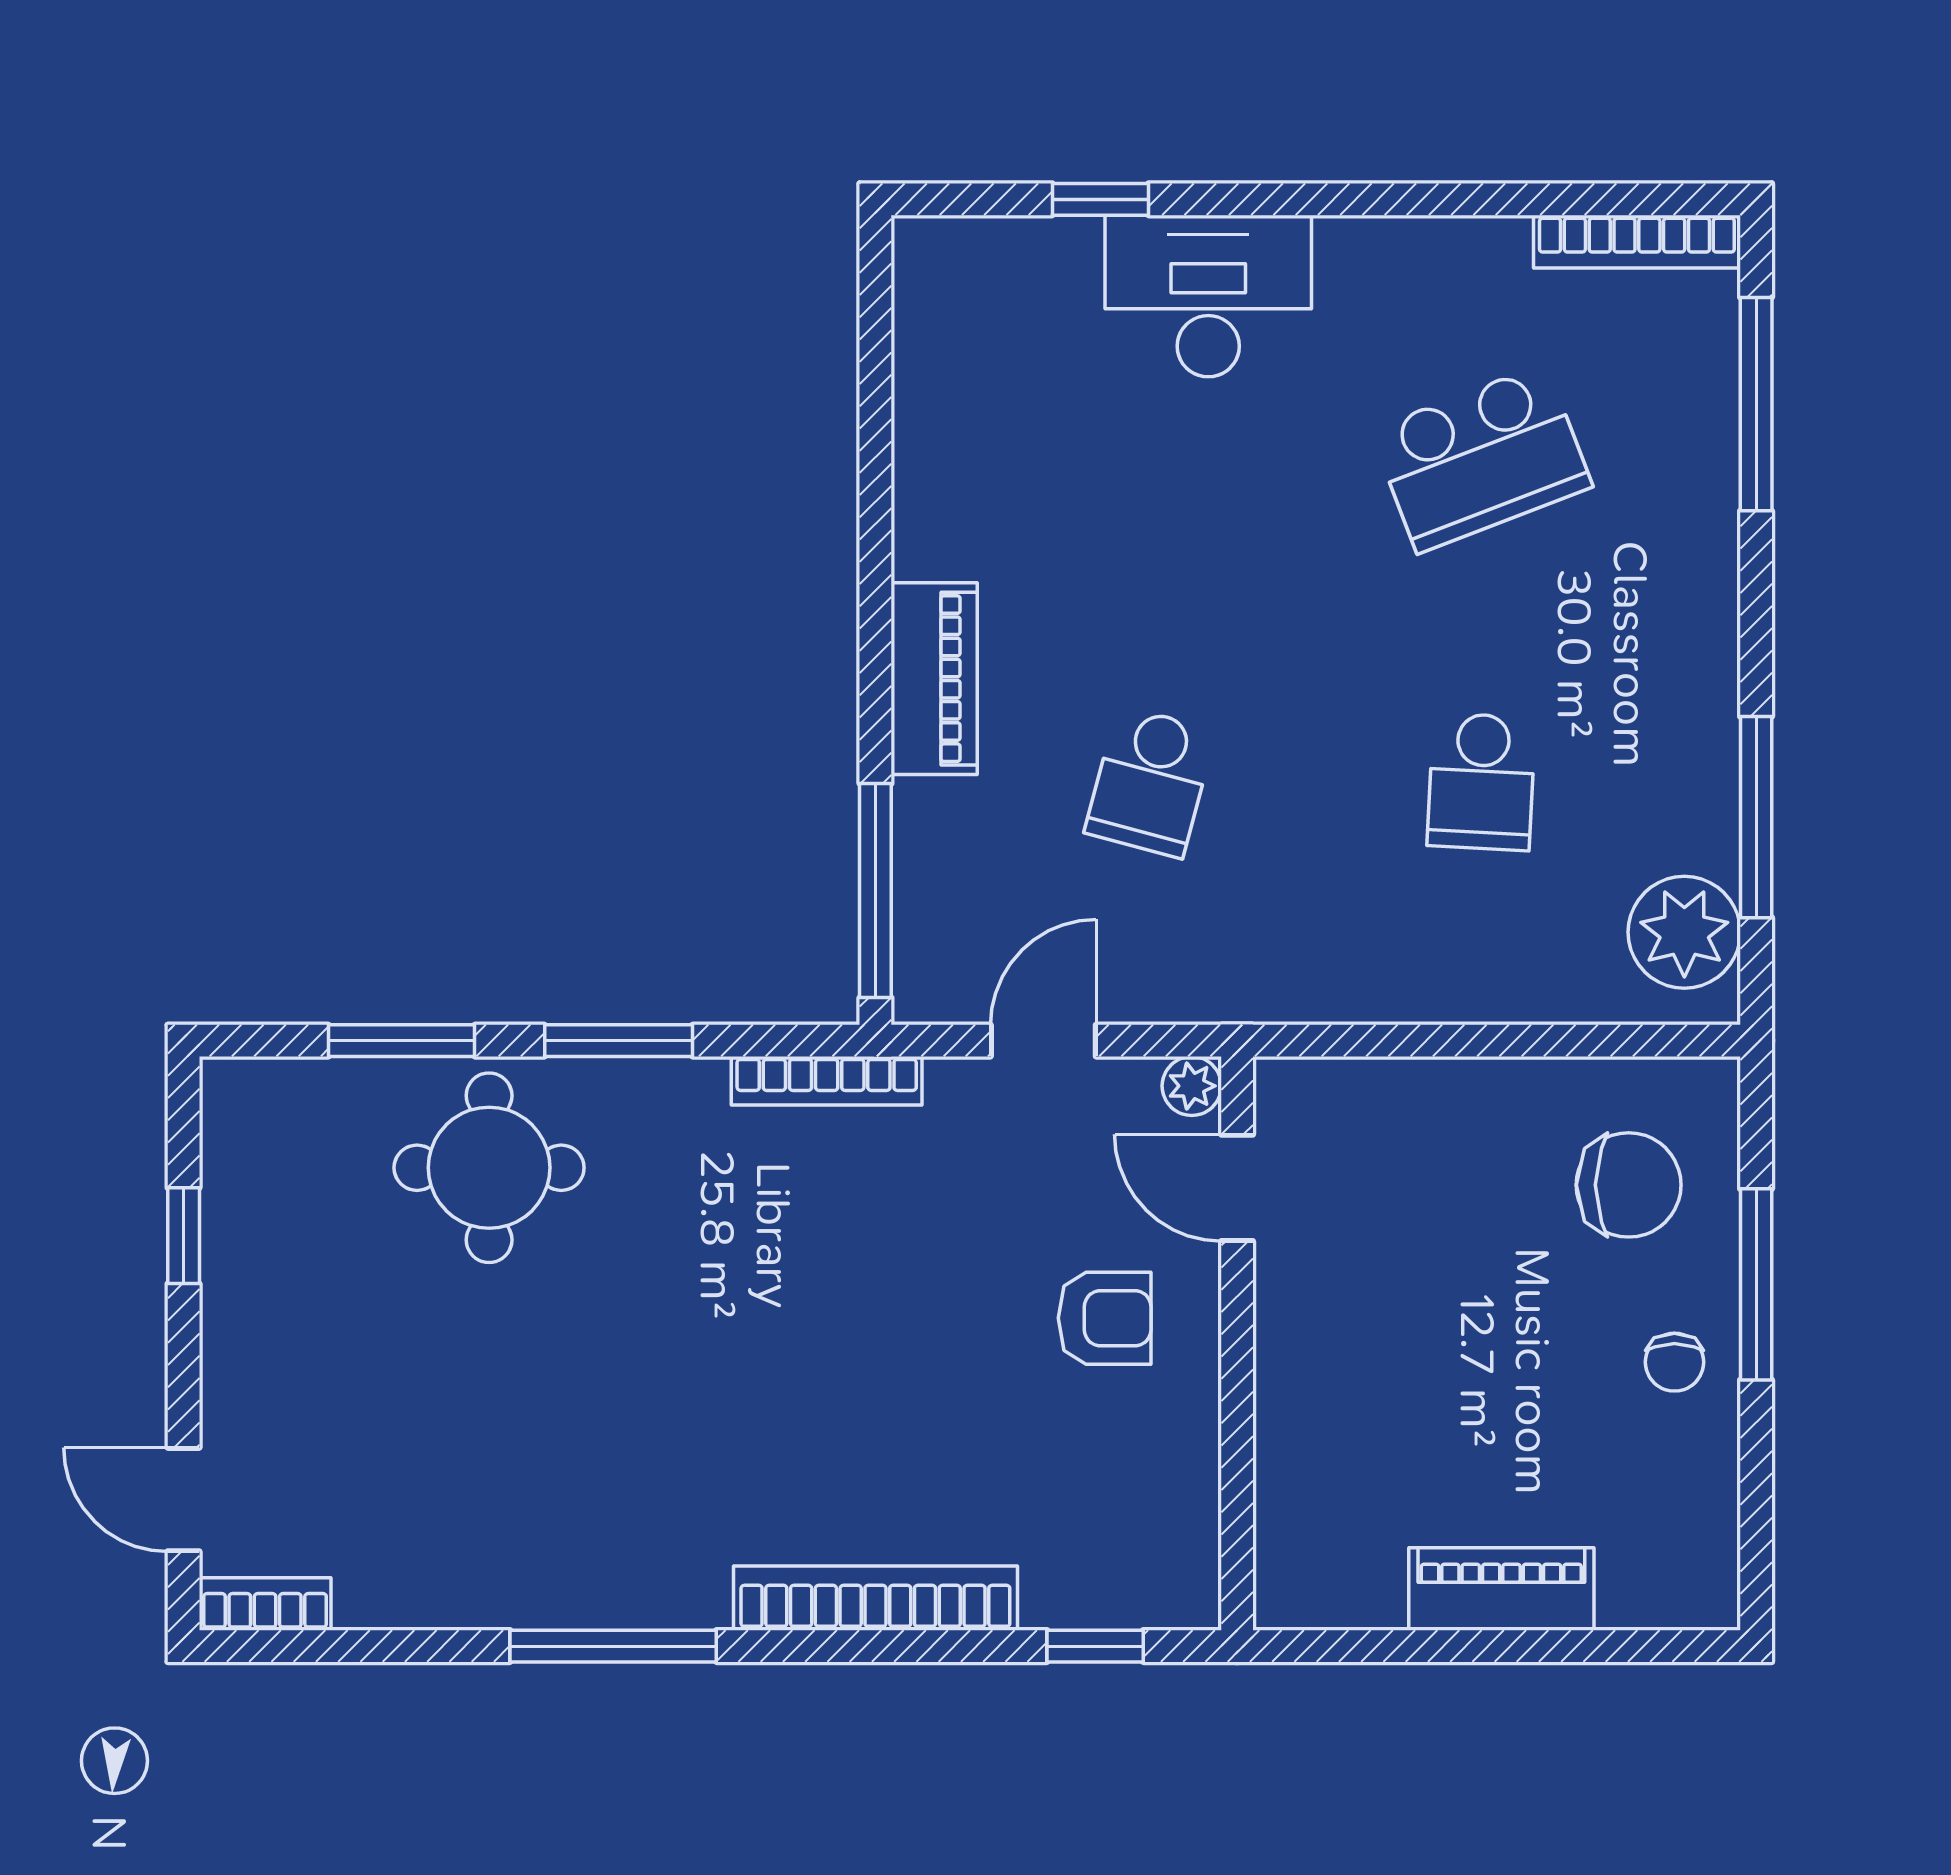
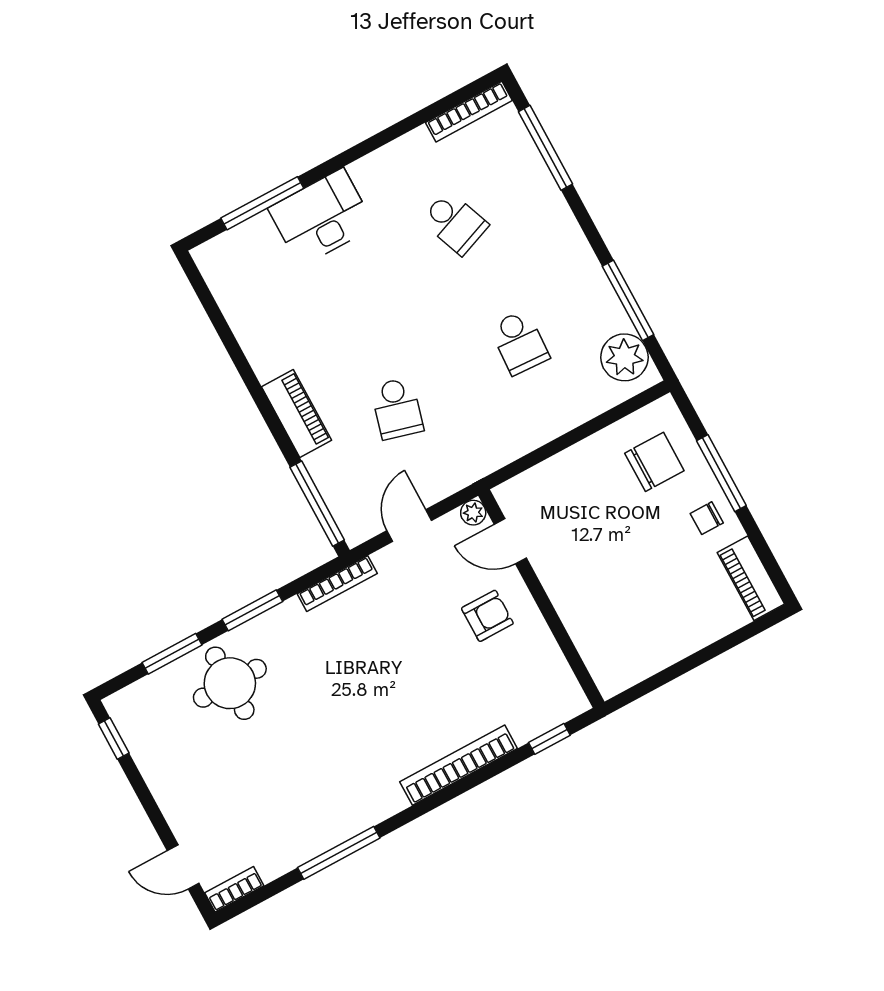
window: (1100, 199) -> (262, 203), width x2.17
school desk: (1481, 458) -> (455, 223), width x0.54
window: (184, 1236) -> (114, 738), moved
chair: (1674, 1362) -> (707, 518), turned 90
piano: (1501, 1589) -> (751, 578), moved, turned -90
window: (613, 1646) -> (339, 853), moved

